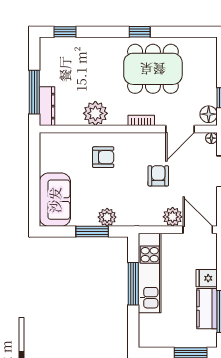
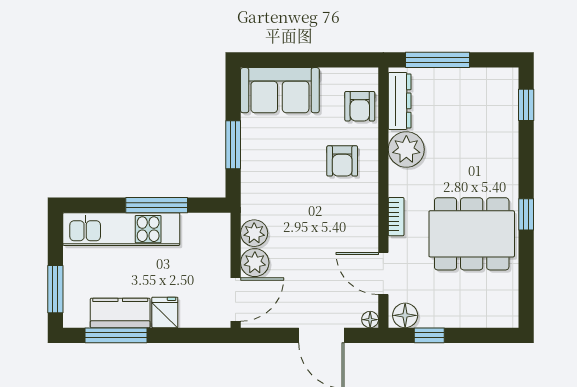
dining table: (153, 69) -> (472, 234), turned 90
dresser: (47, 106) -> (400, 101), moved, turned -90
armchair: (158, 176) -> (360, 106), moved, turned 90
plant: (107, 217) -> (254, 233), moved
kitchen unit: (150, 273) -> (121, 229), moved

